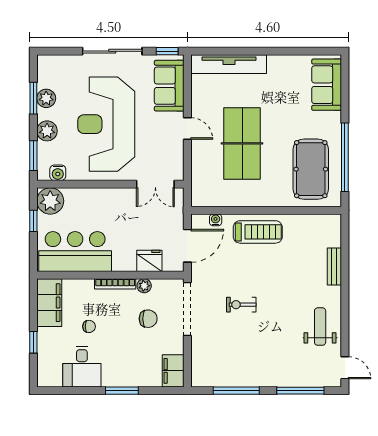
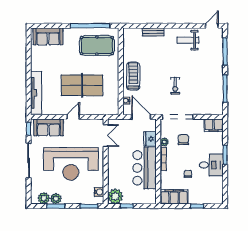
plant: (47, 131) -> (44, 198), moved
bar counter: (75, 252) -> (145, 168), moved
desk: (82, 367) -> (211, 165), moved

